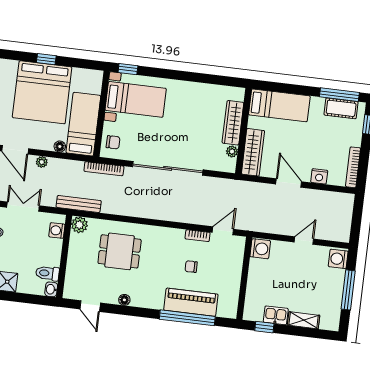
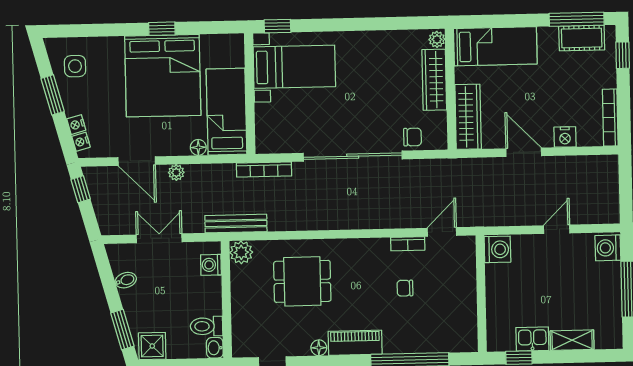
chair: (113, 142) -> (413, 137), moved
plant: (232, 151) -> (437, 39), moved
piano: (191, 302) -> (355, 343), moved, width x0.73, depth x0.75

